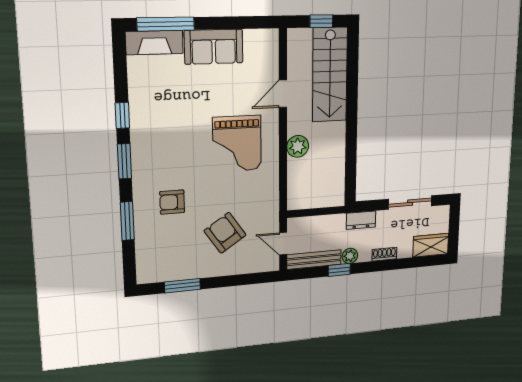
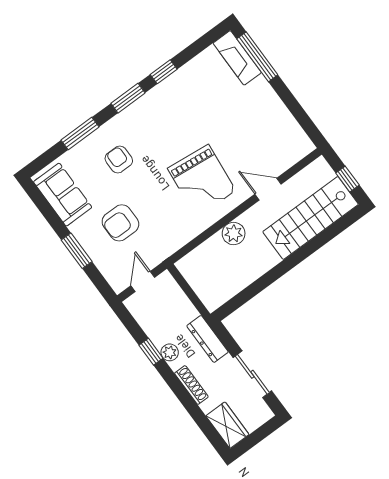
sofa: (214, 47) -> (63, 195), moved, turned 180
grand piano: (237, 144) -> (202, 180), turned -84
dresser: (361, 220) -> (208, 339), width x1.44
armchair: (225, 233) -> (120, 223), turned -146
shoe rack: (384, 254) -> (191, 385), width x1.43
bench: (314, 260) -> (146, 321), removed
window: (182, 286) -> (77, 251), moved

